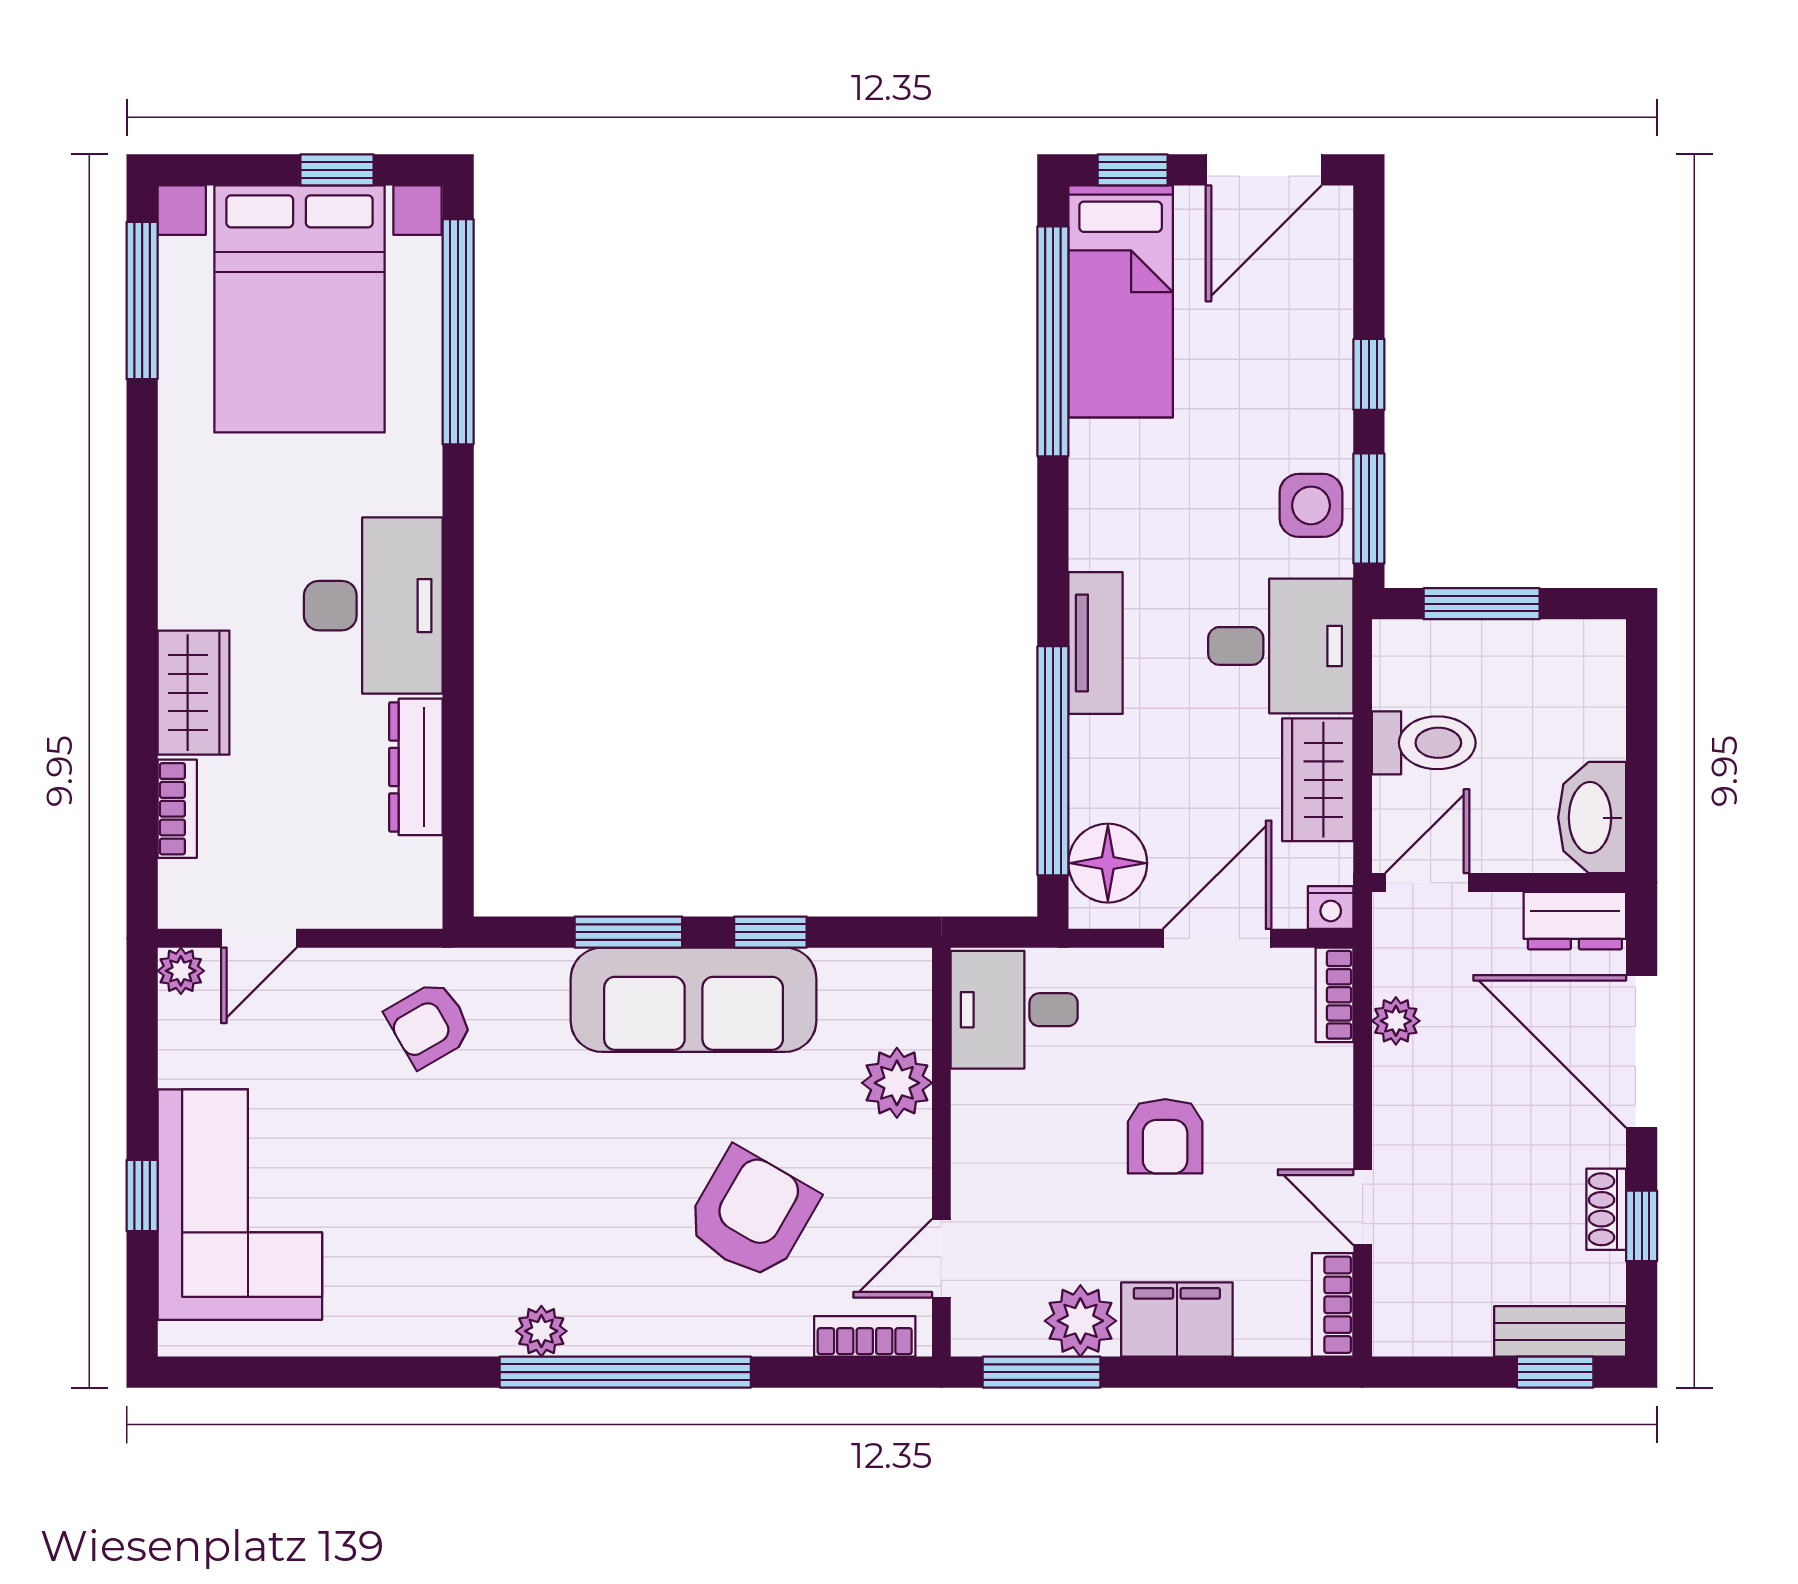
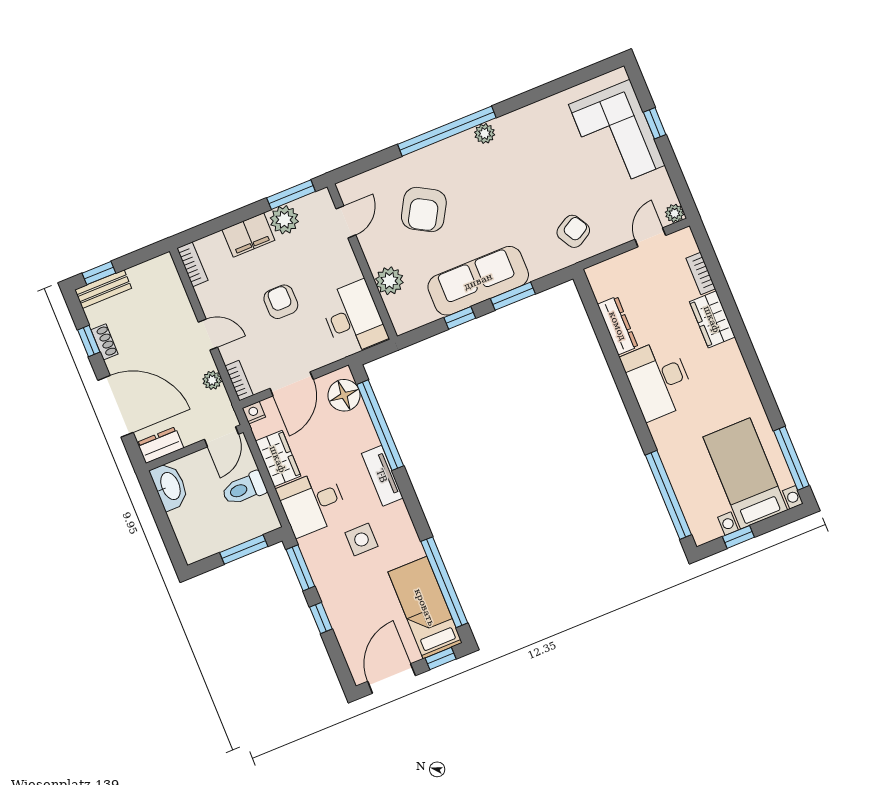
bed with nightstands: (300, 309) -> (745, 473), width x0.73
side table: (1311, 505) -> (361, 540), moved
desk: (1014, 1010) -> (353, 318), width x1.37
door: (1363, 1207) -> (208, 335), moved
bookcase: (865, 1336) -> (363, 181), removed

